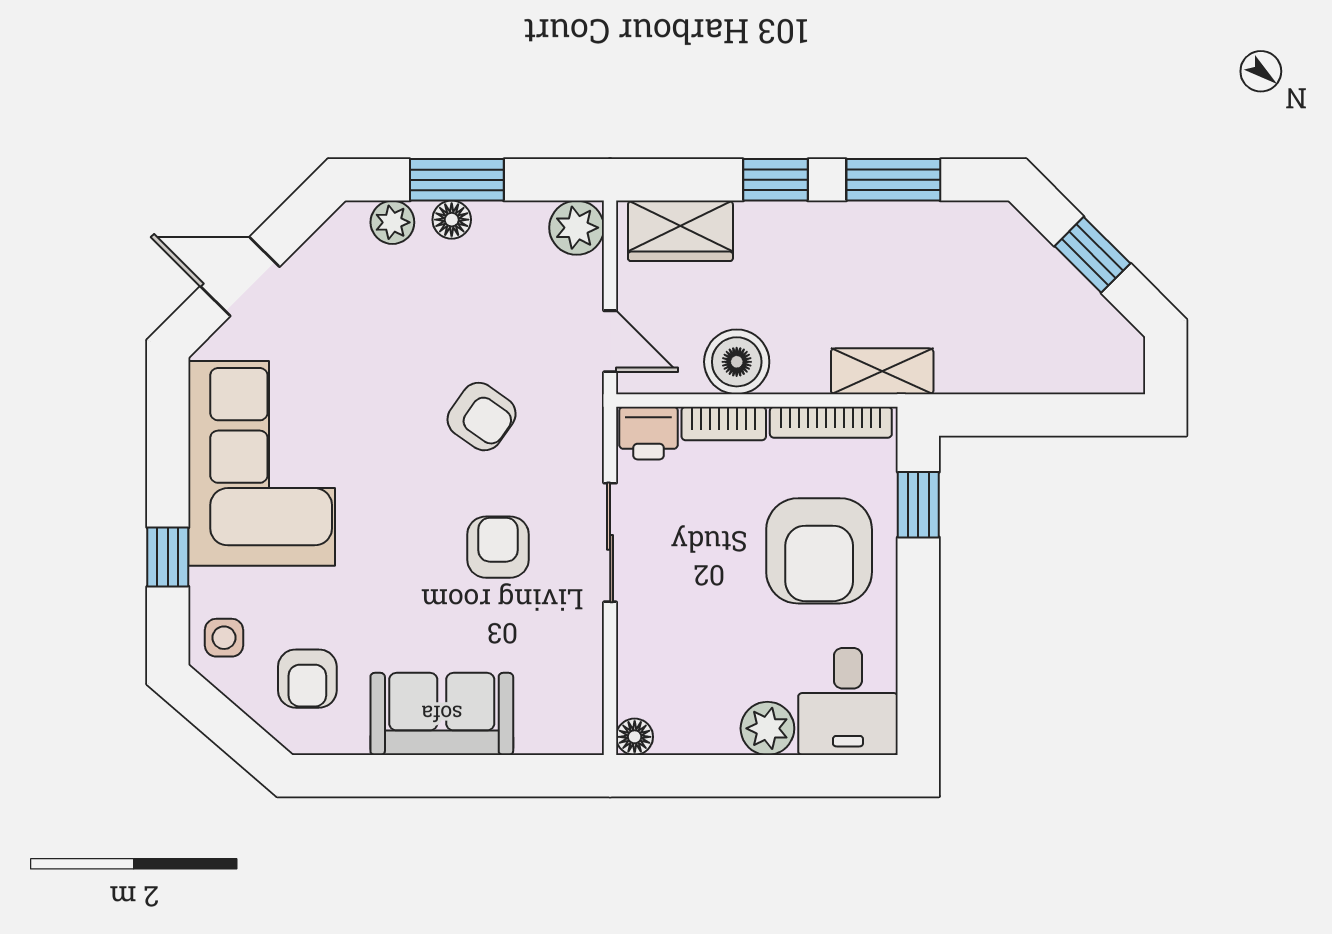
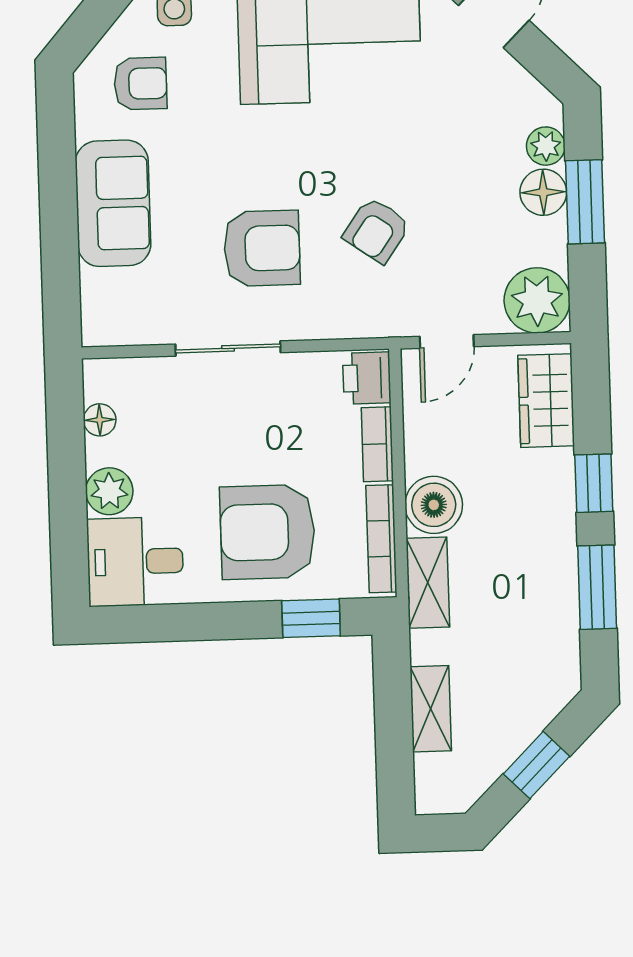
floor lamp: (452, 220) -> (543, 192), width x1.37, depth x1.37
plant: (577, 228) -> (537, 300), width x1.36, depth x1.36
boiler: (737, 362) -> (434, 505), moved
shelving: (1025, 372) -> (431, 709), added
sliding door: (610, 542) -> (228, 348), moved
armchair: (498, 547) -> (262, 248), width x1.38, depth x1.38
armchair: (307, 679) -> (141, 84), turned 180
floor lamp: (635, 737) -> (100, 420), moved

